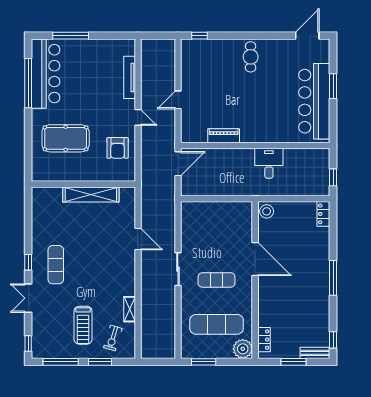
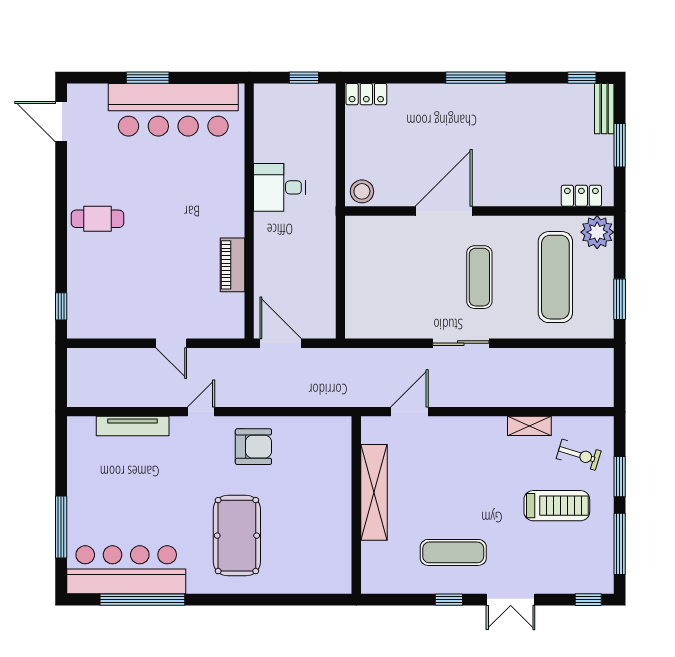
wall: (83, 184) -> (356, 505), moved
shelving: (91, 194) -> (374, 492), moved

